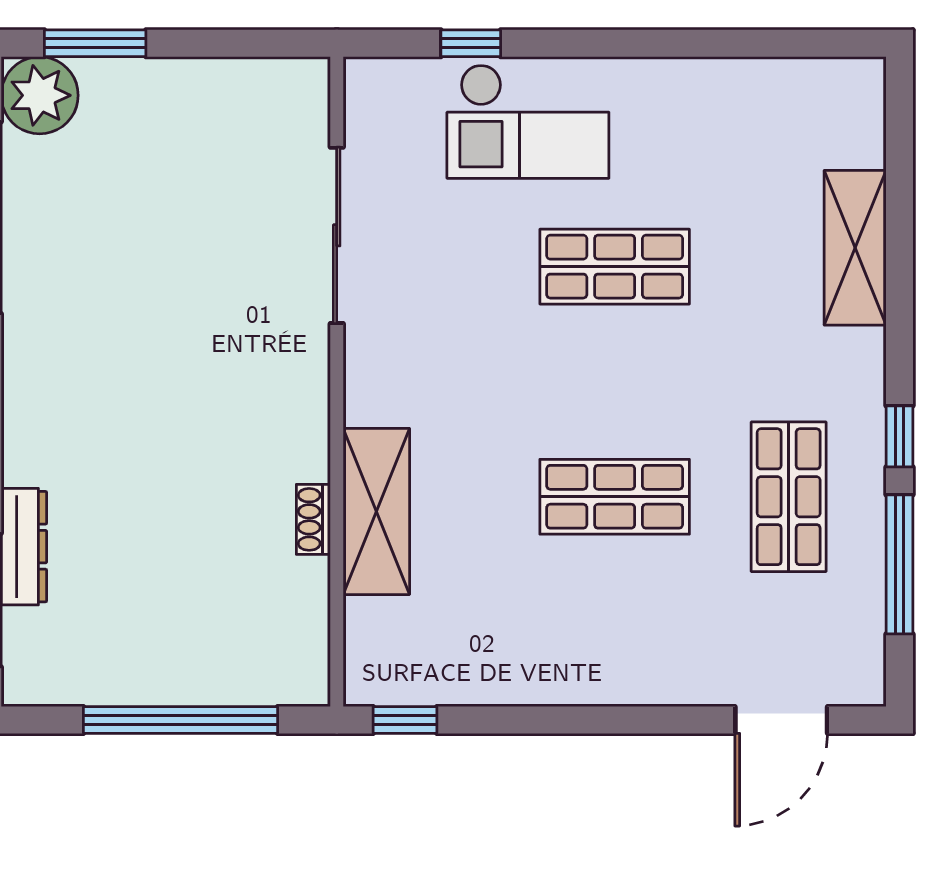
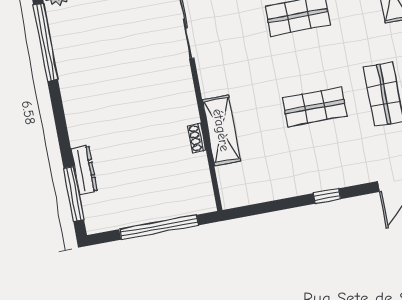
window: (405, 720) -> (327, 196), moved

